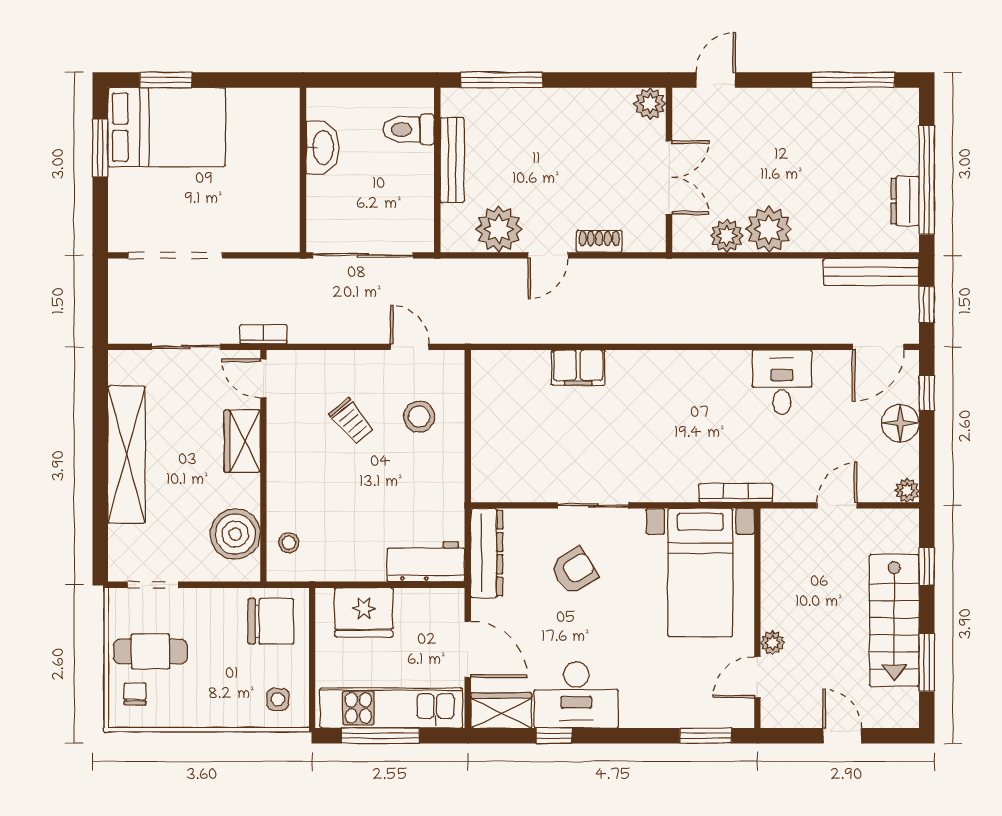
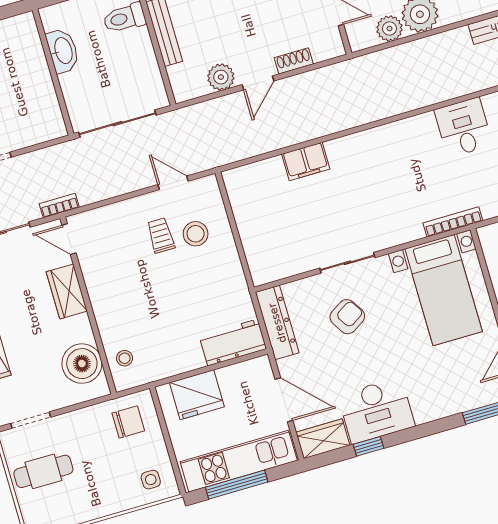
plant: (499, 229) -> (221, 77), width x0.73, depth x0.73
trolley: (352, 421) -> (161, 235), moved, turned -140
chair: (271, 621) -> (128, 422), width x0.73, depth x0.73
chair: (135, 694) -> (41, 507), removed

